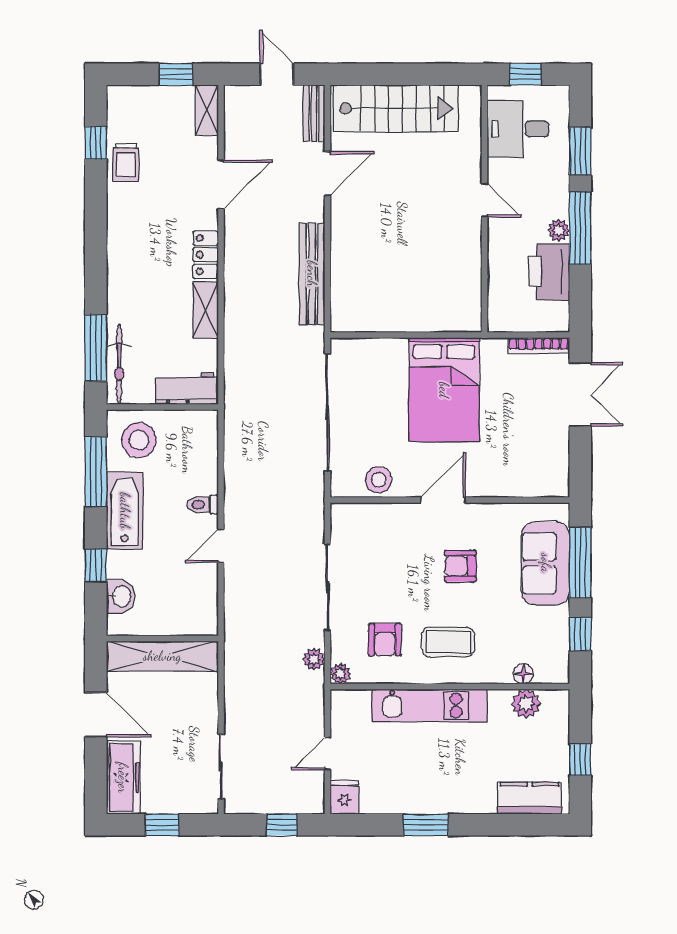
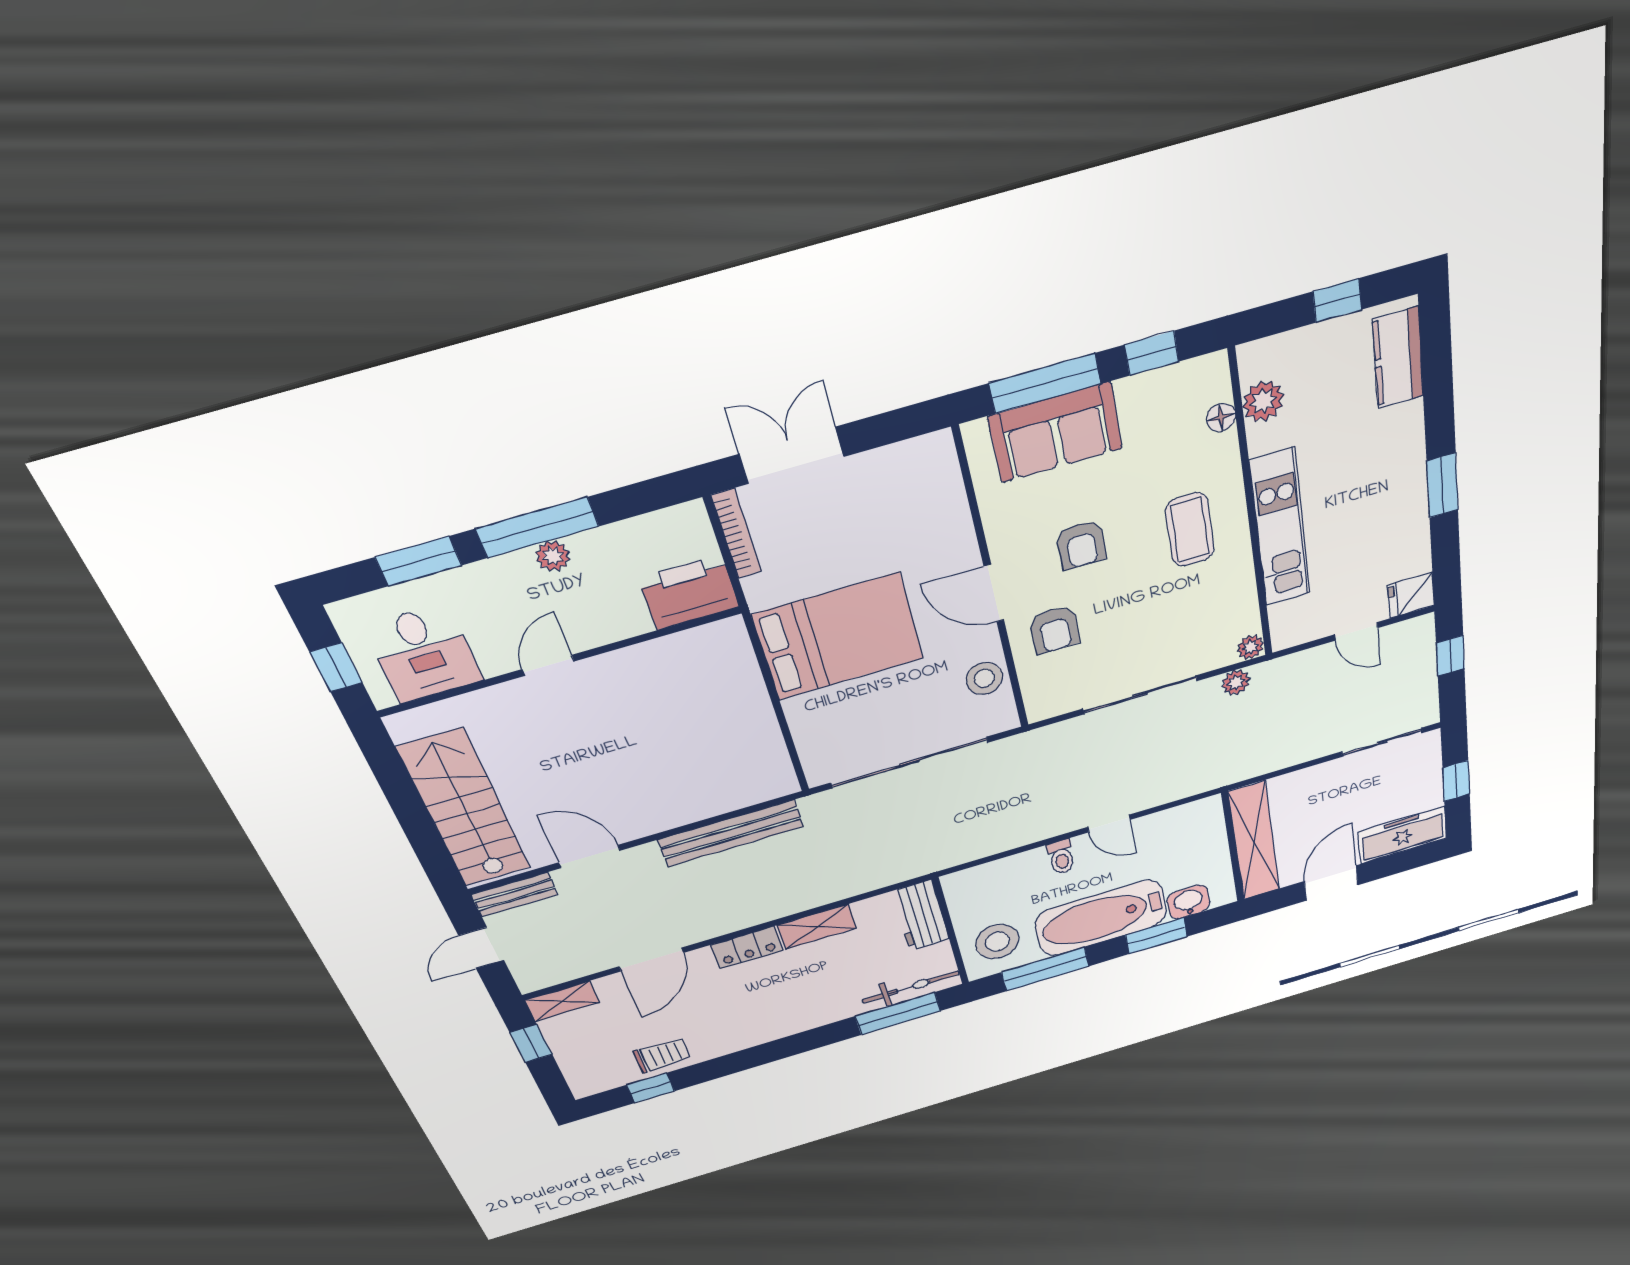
door: (221, 184) -> (651, 960), swing flipped
printer: (549, 272) -> (689, 592), moved, turned 180
bathtub: (125, 511) -> (1101, 918), width x1.36, depth x1.36
window: (96, 566) -> (1156, 936), width x1.50
armchair: (385, 640) -> (1055, 630), moved, turned 90

